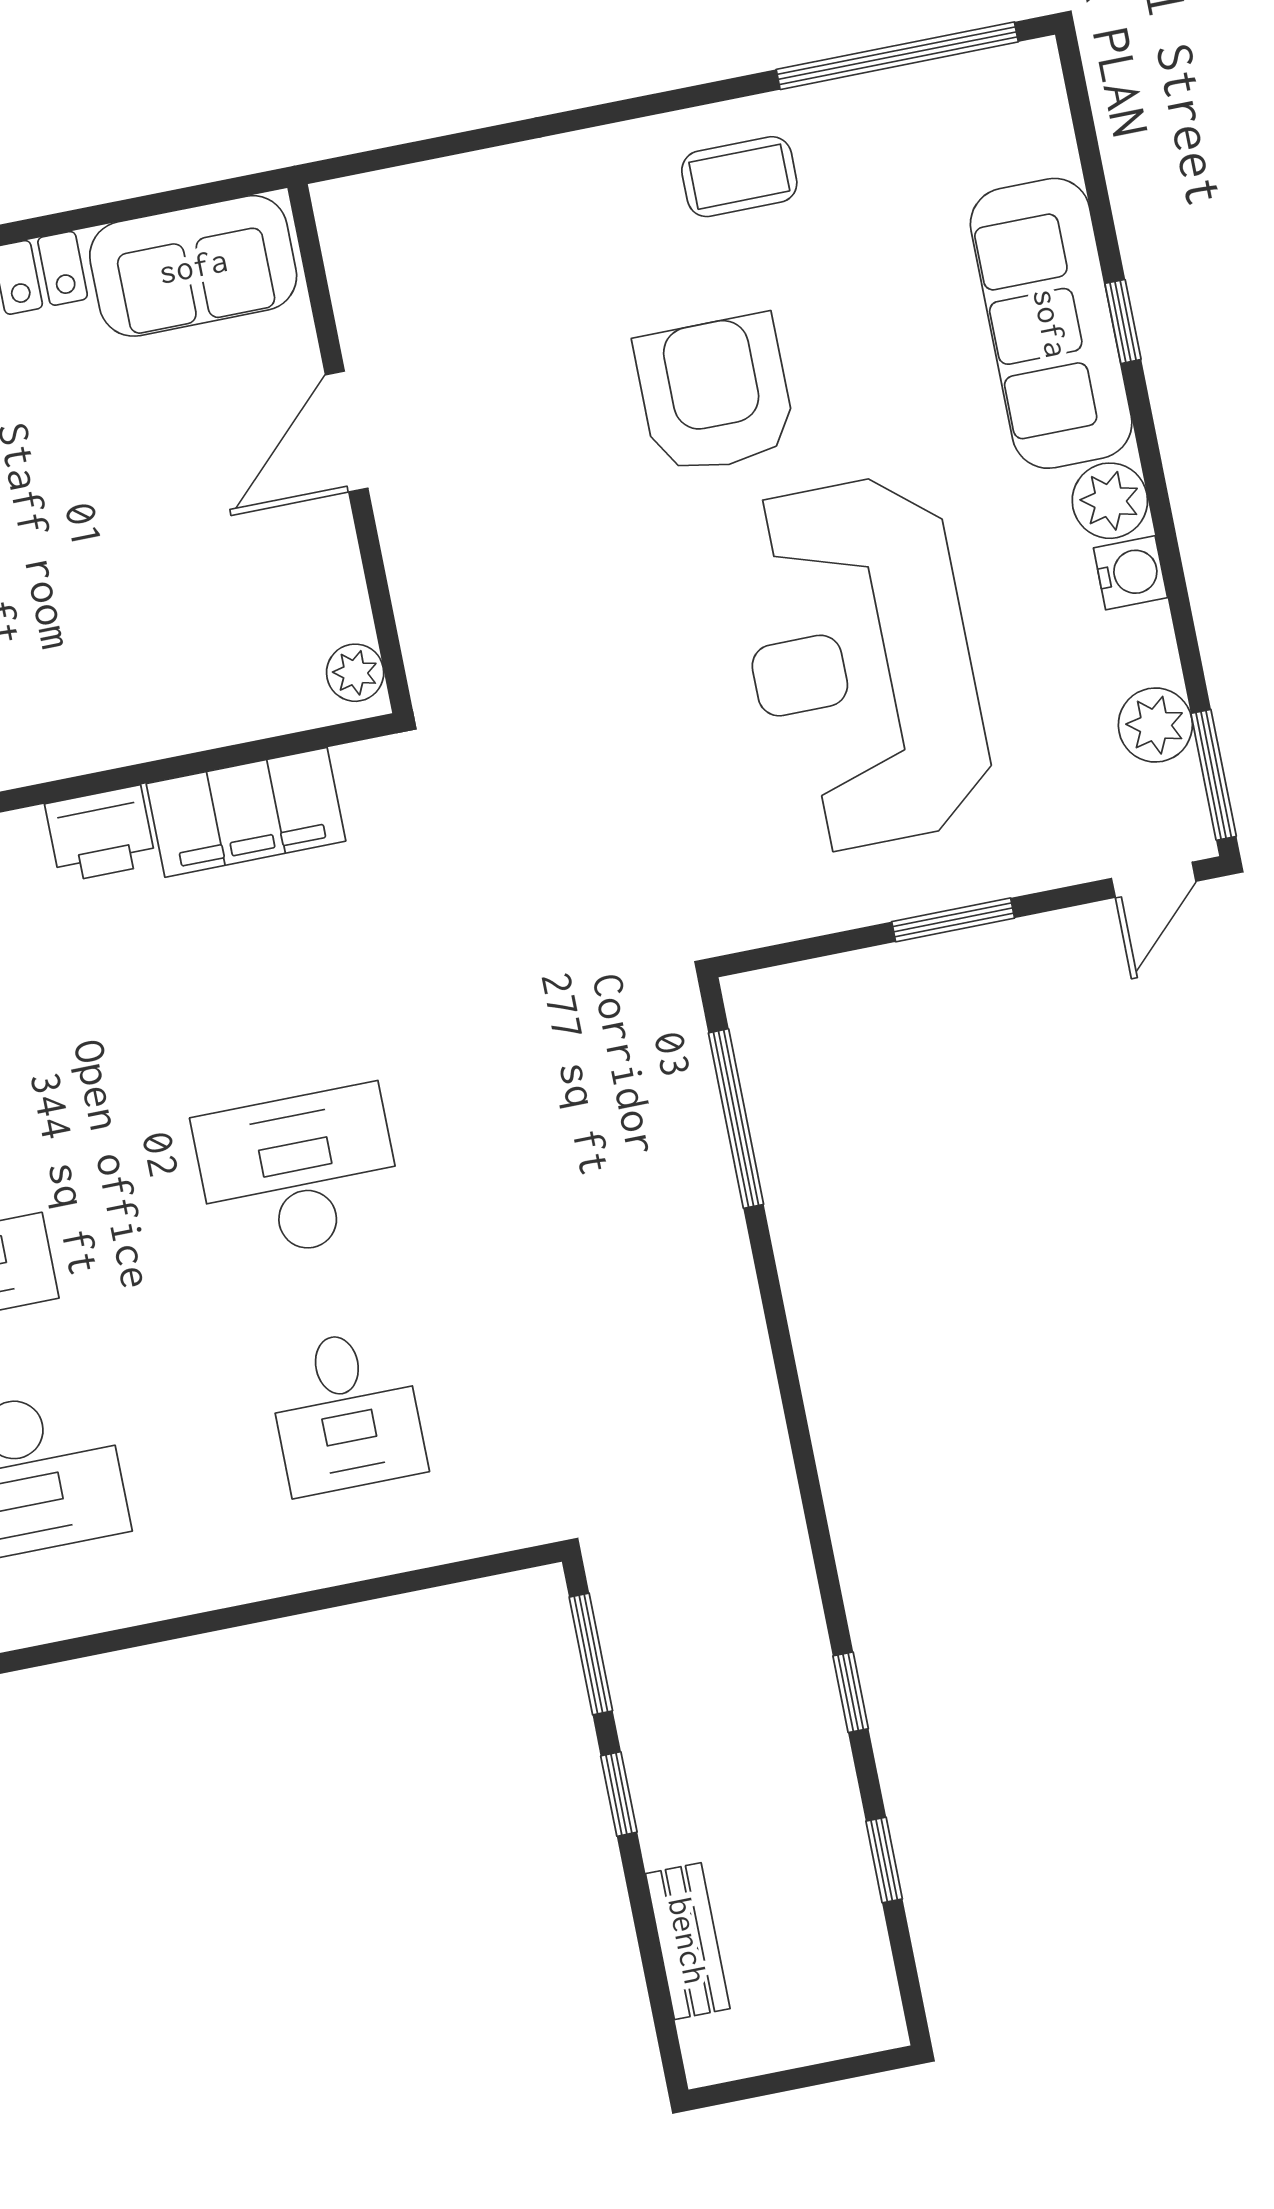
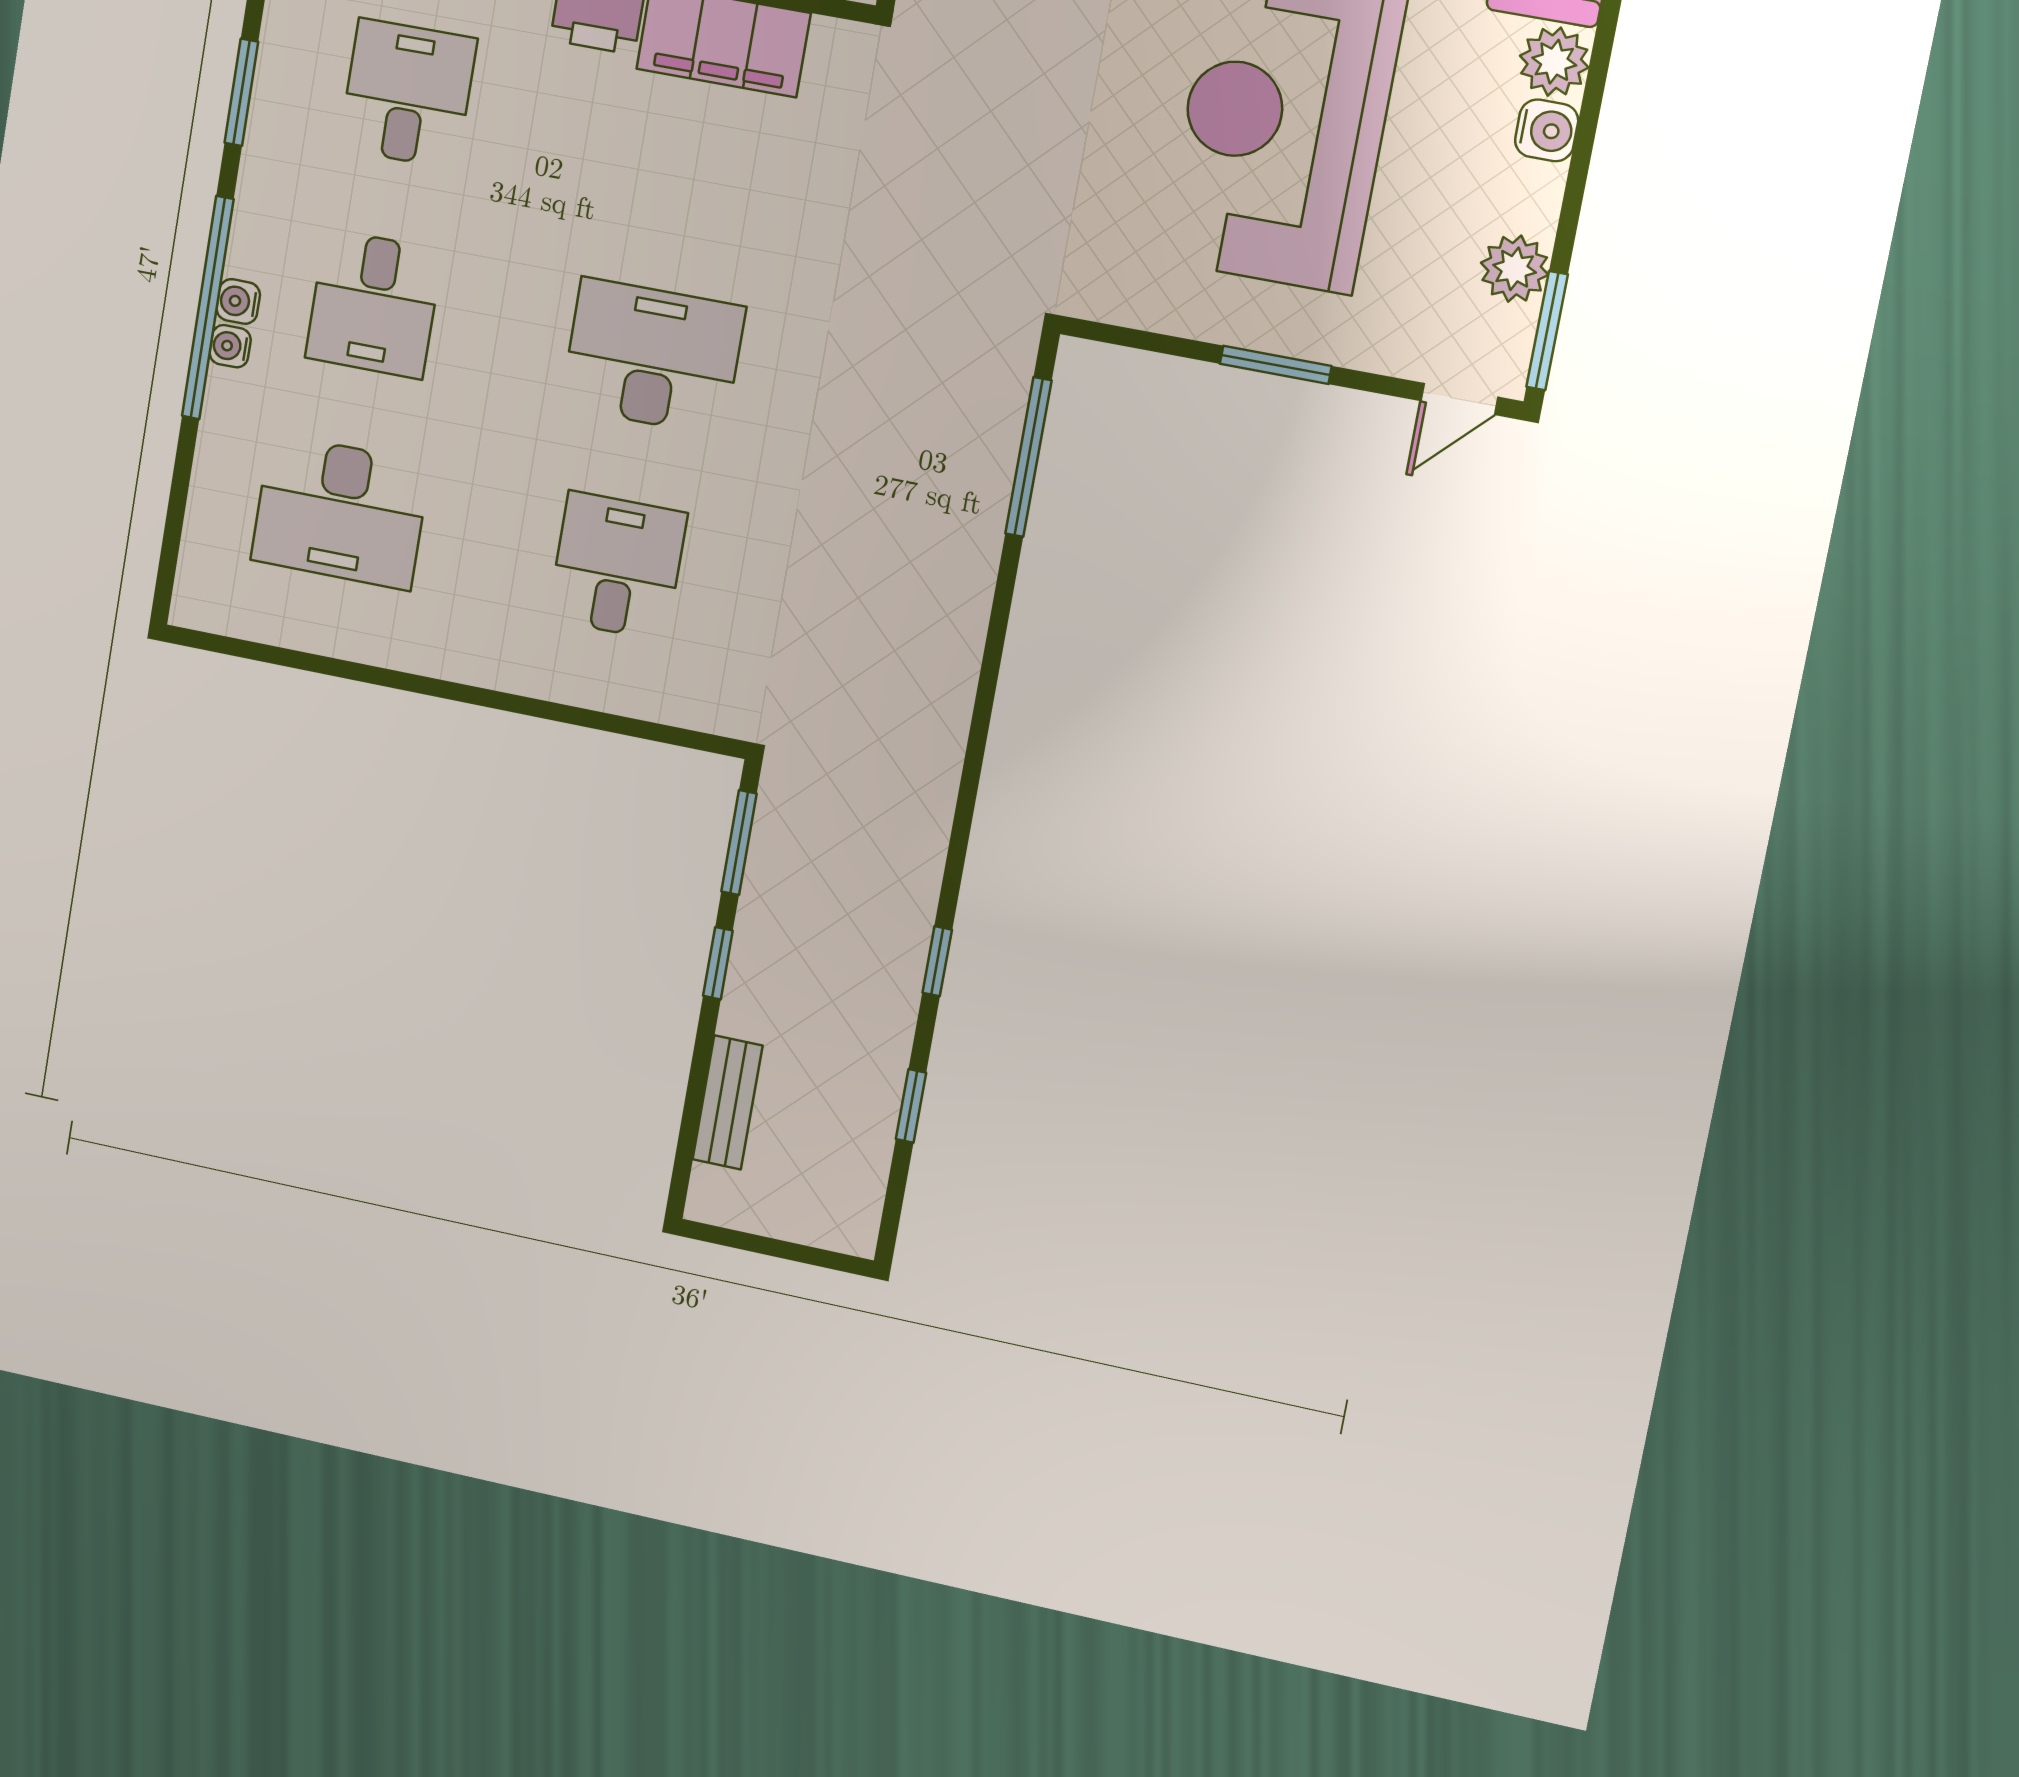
desk: (346, 1411) -> (617, 566), turned 180

